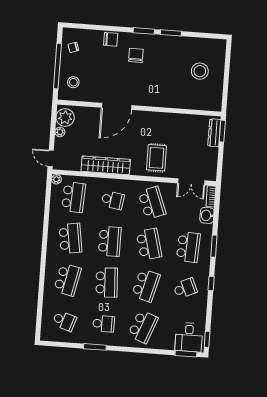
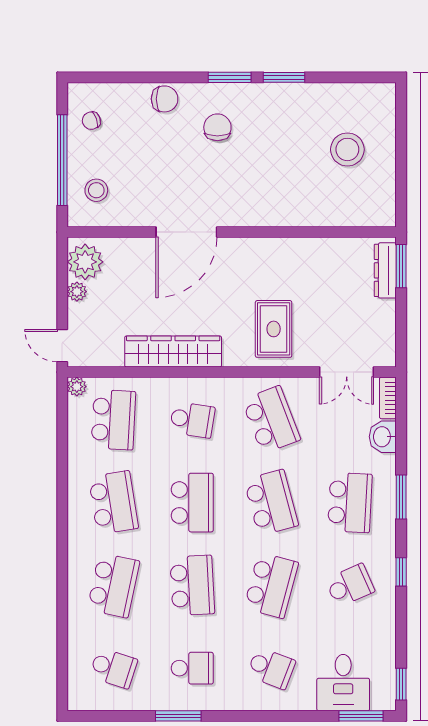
school desk: (143, 327) -> (271, 668), width x0.54
desk: (189, 337) -> (343, 683), moved

